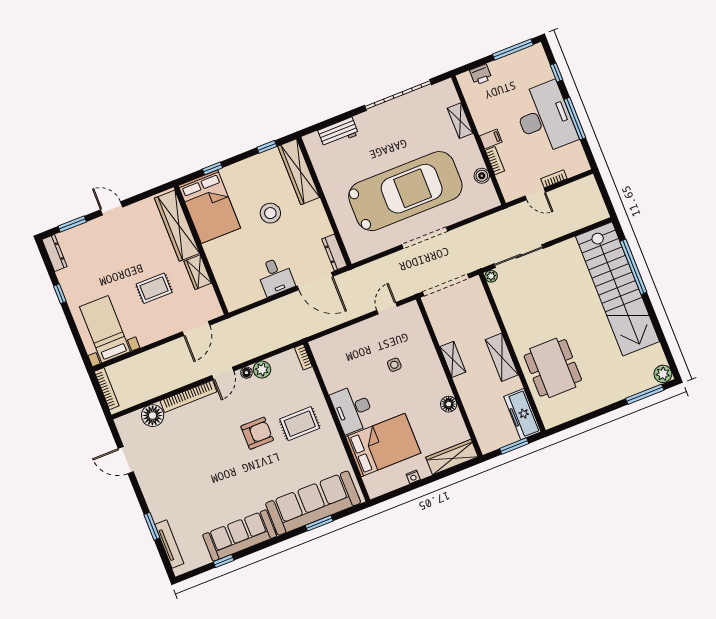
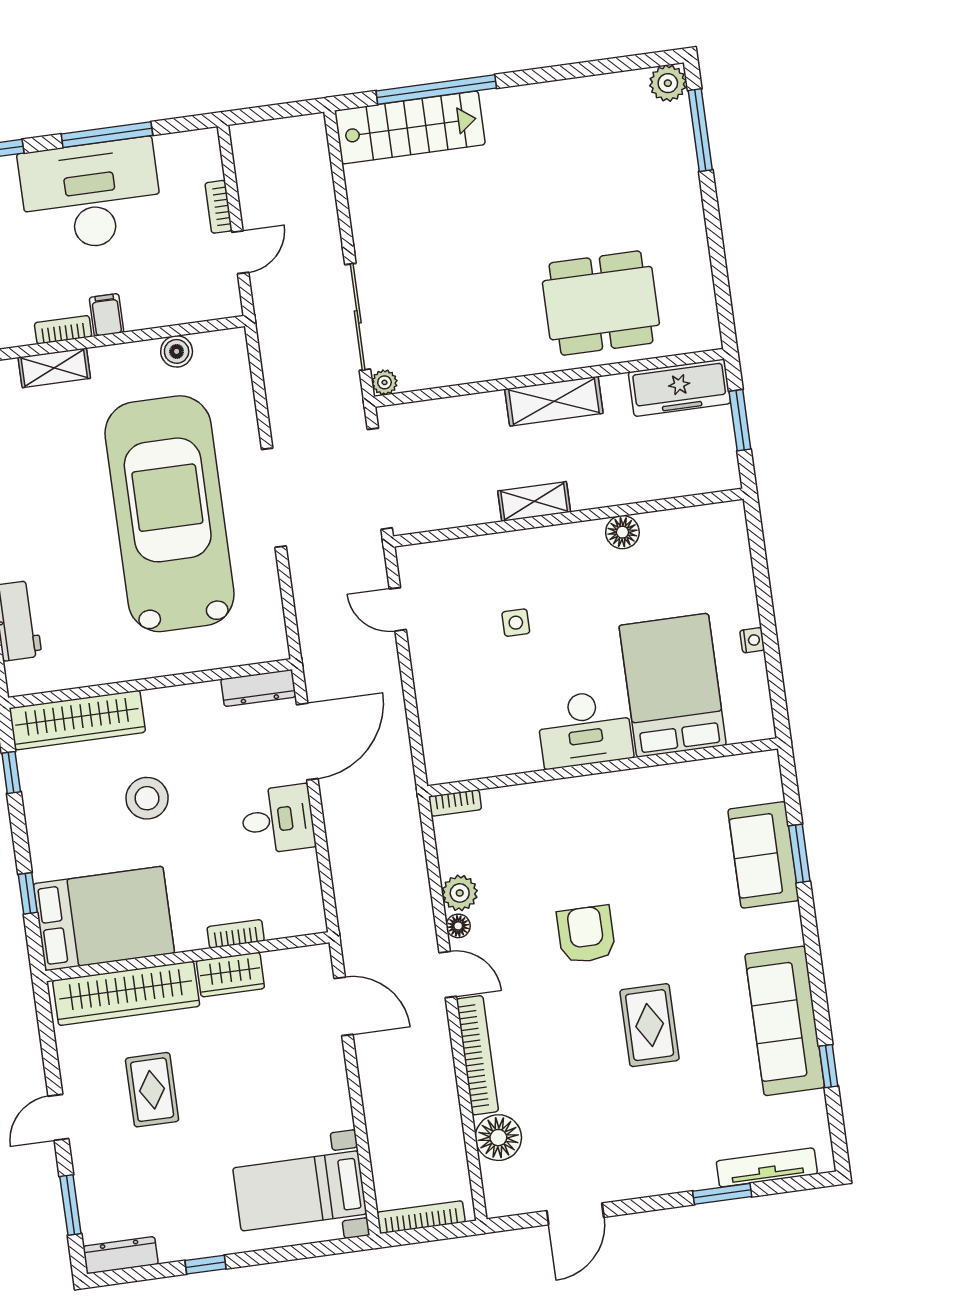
bookcase: (495, 161) -> (63, 330), moved
bookcase: (217, 270) -> (236, 934), added
rug: (154, 288) -> (152, 1090), moved
stairs: (618, 289) -> (410, 127), width x0.54, depth x0.66
rug: (300, 424) -> (650, 1025), moved
wardrobe: (452, 457) -> (731, 552), removed
sofa: (313, 503) -> (763, 855), width x0.54, depth x0.79

